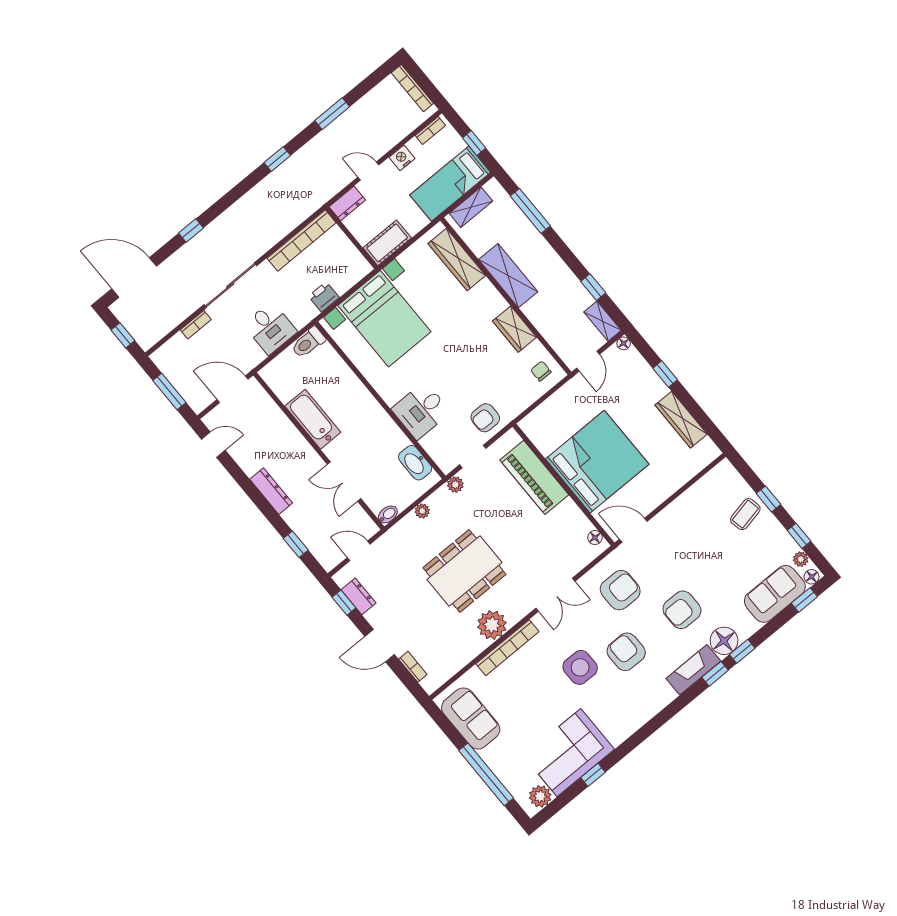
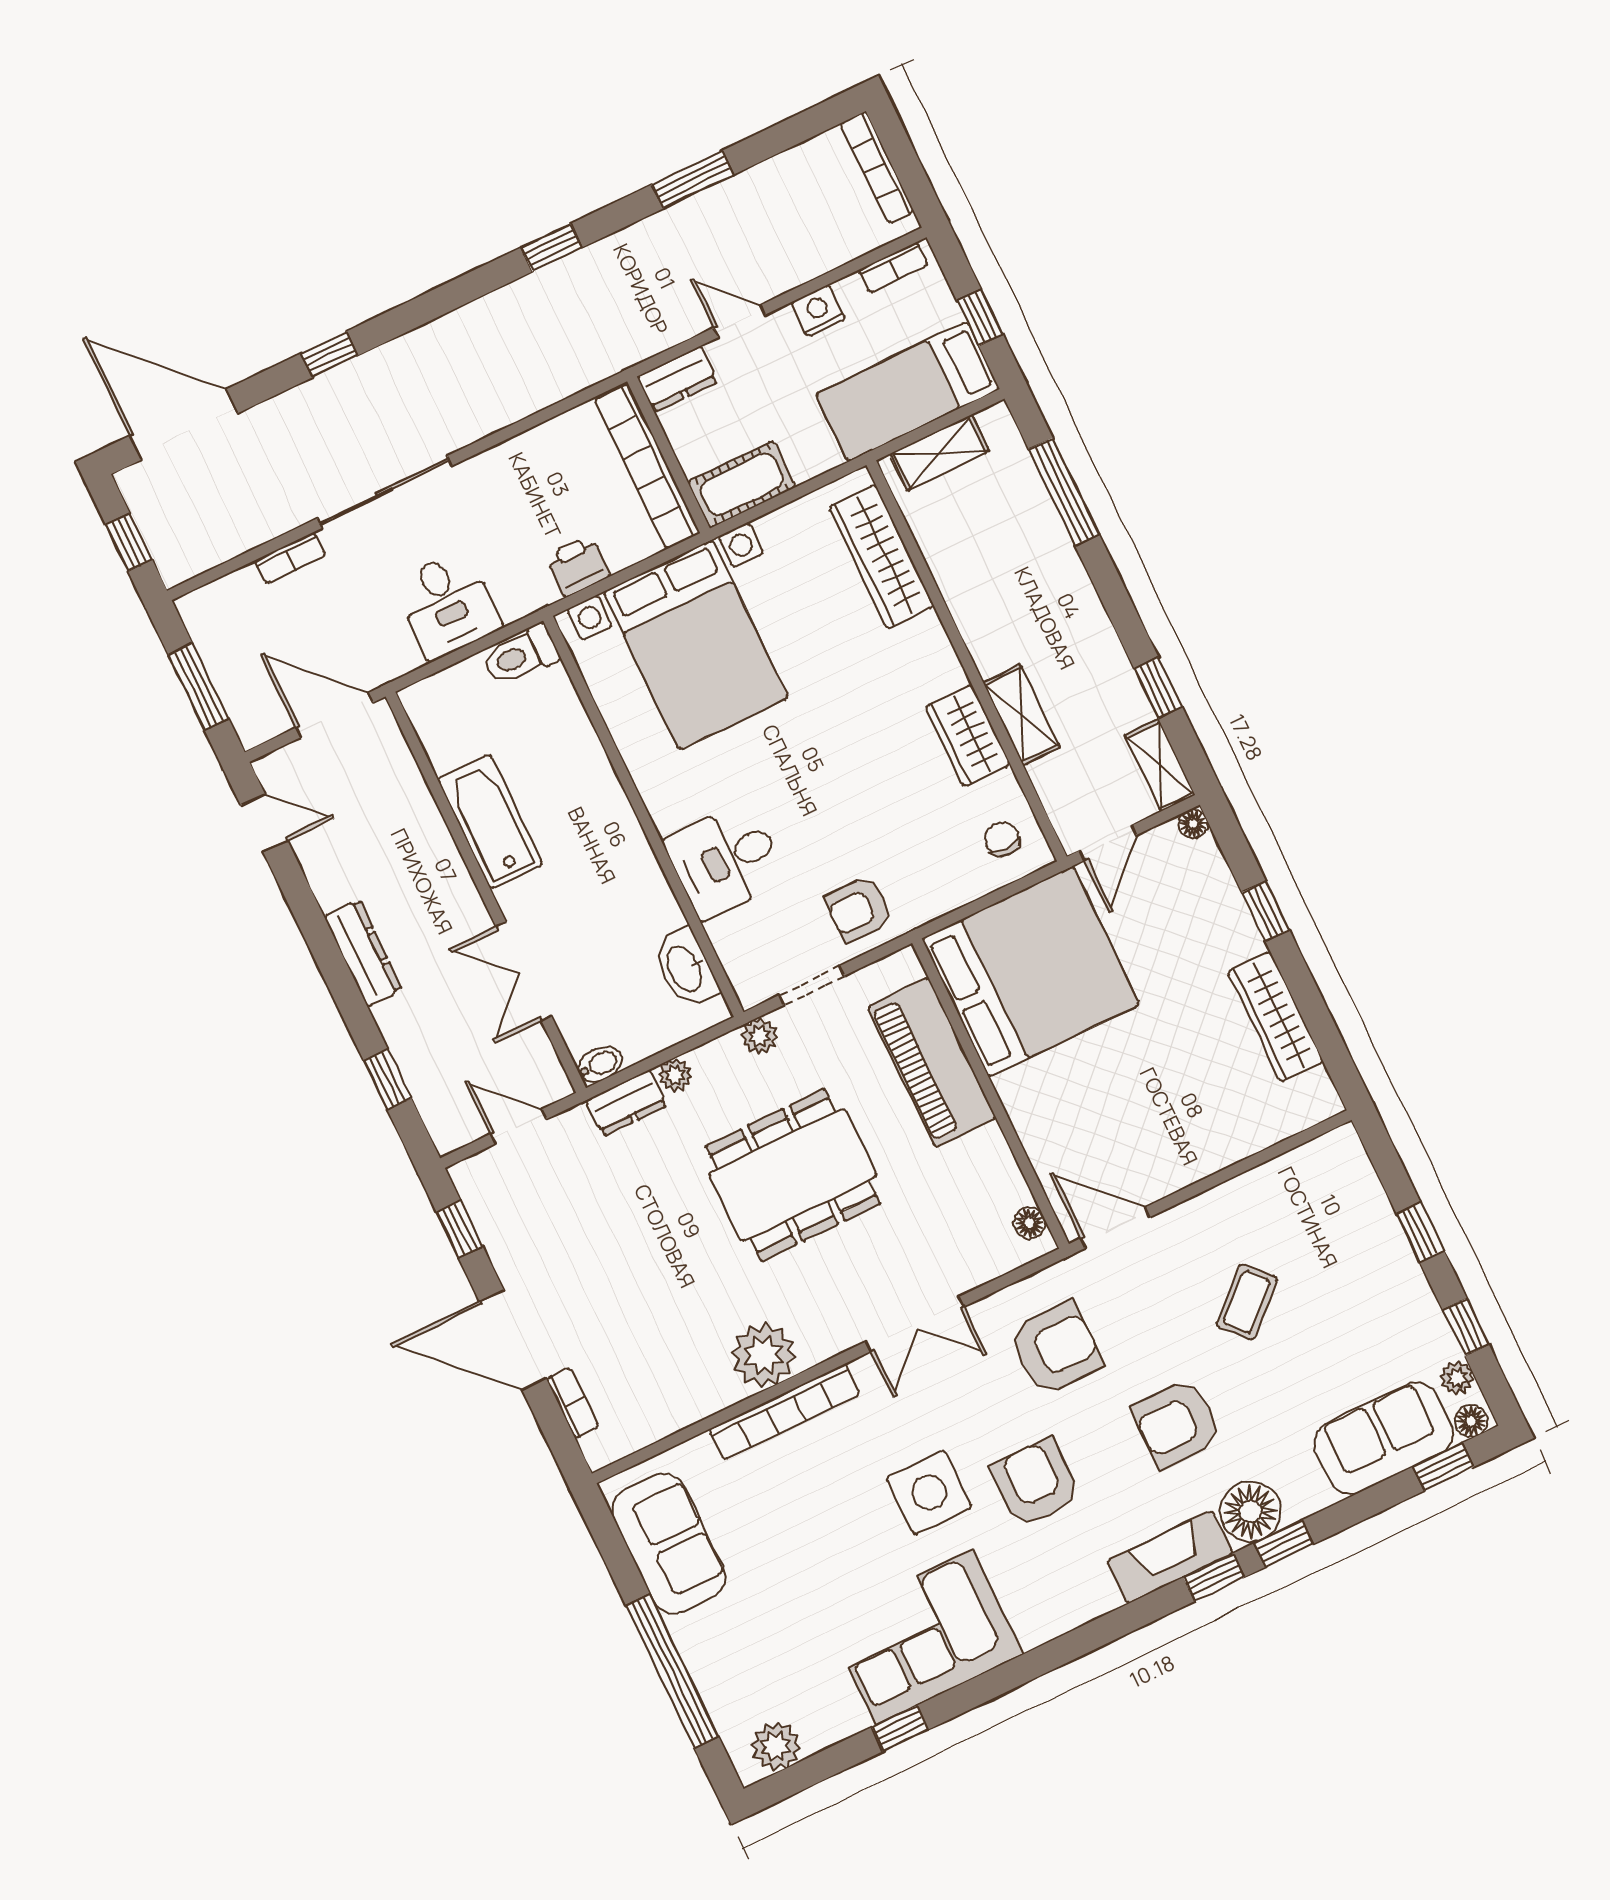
bookcase: (302, 241) -> (647, 466), moved, turned 90
shelving: (508, 276) -> (1021, 715), moved, width x0.67, depth x0.75
bed: (597, 462) -> (1031, 972), moved
coffee table: (745, 514) -> (1247, 1302), moved, turned -31
dining table: (465, 571) -> (793, 1175), moved
dresser: (358, 596) -> (627, 1103), moved, turned 90
door: (380, 646) -> (513, 1340), width x1.36
corner sofa: (569, 753) -> (925, 1637), moved

